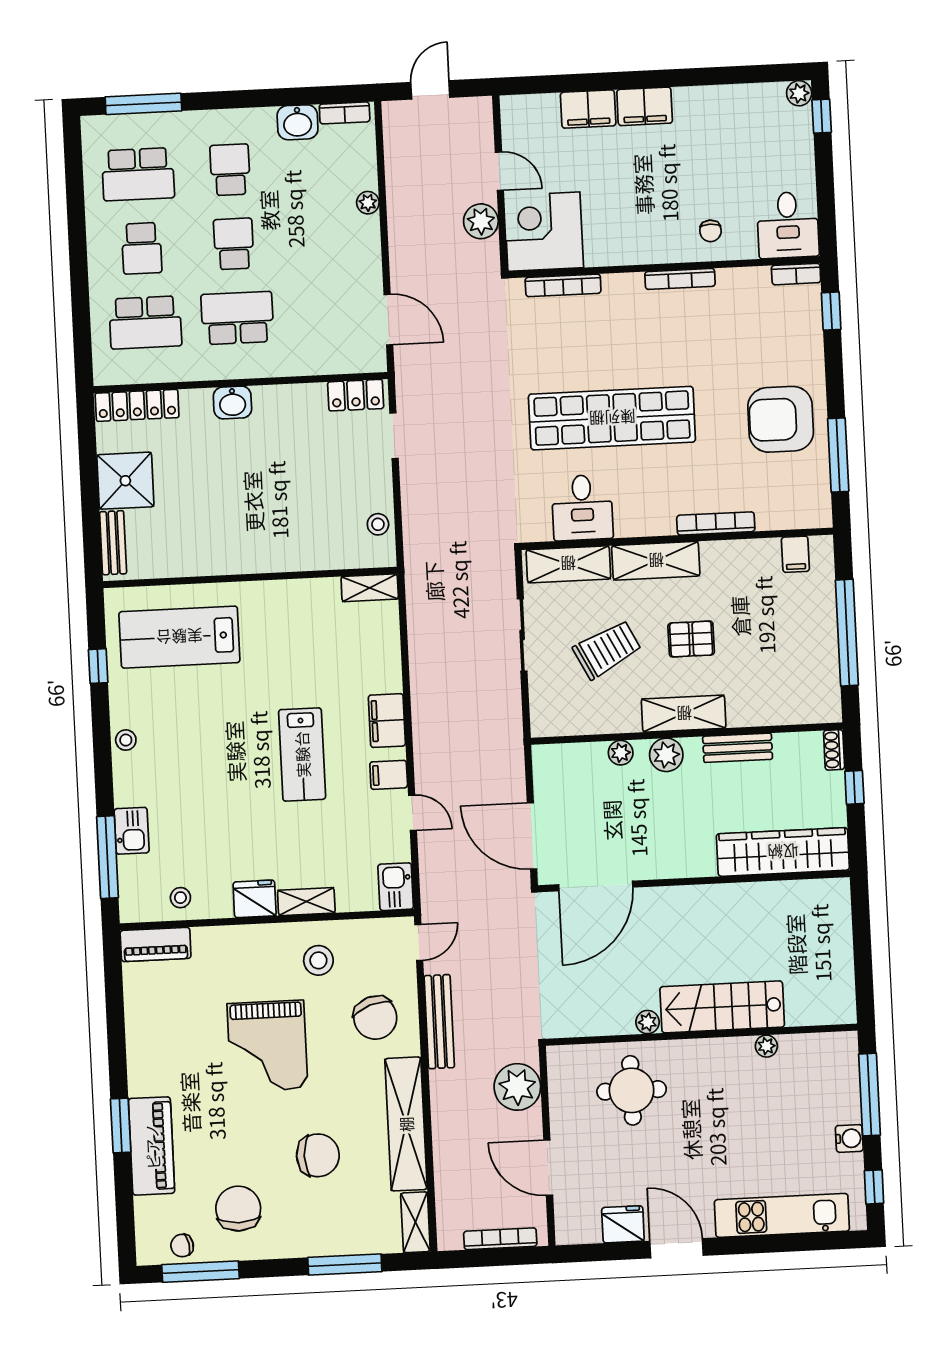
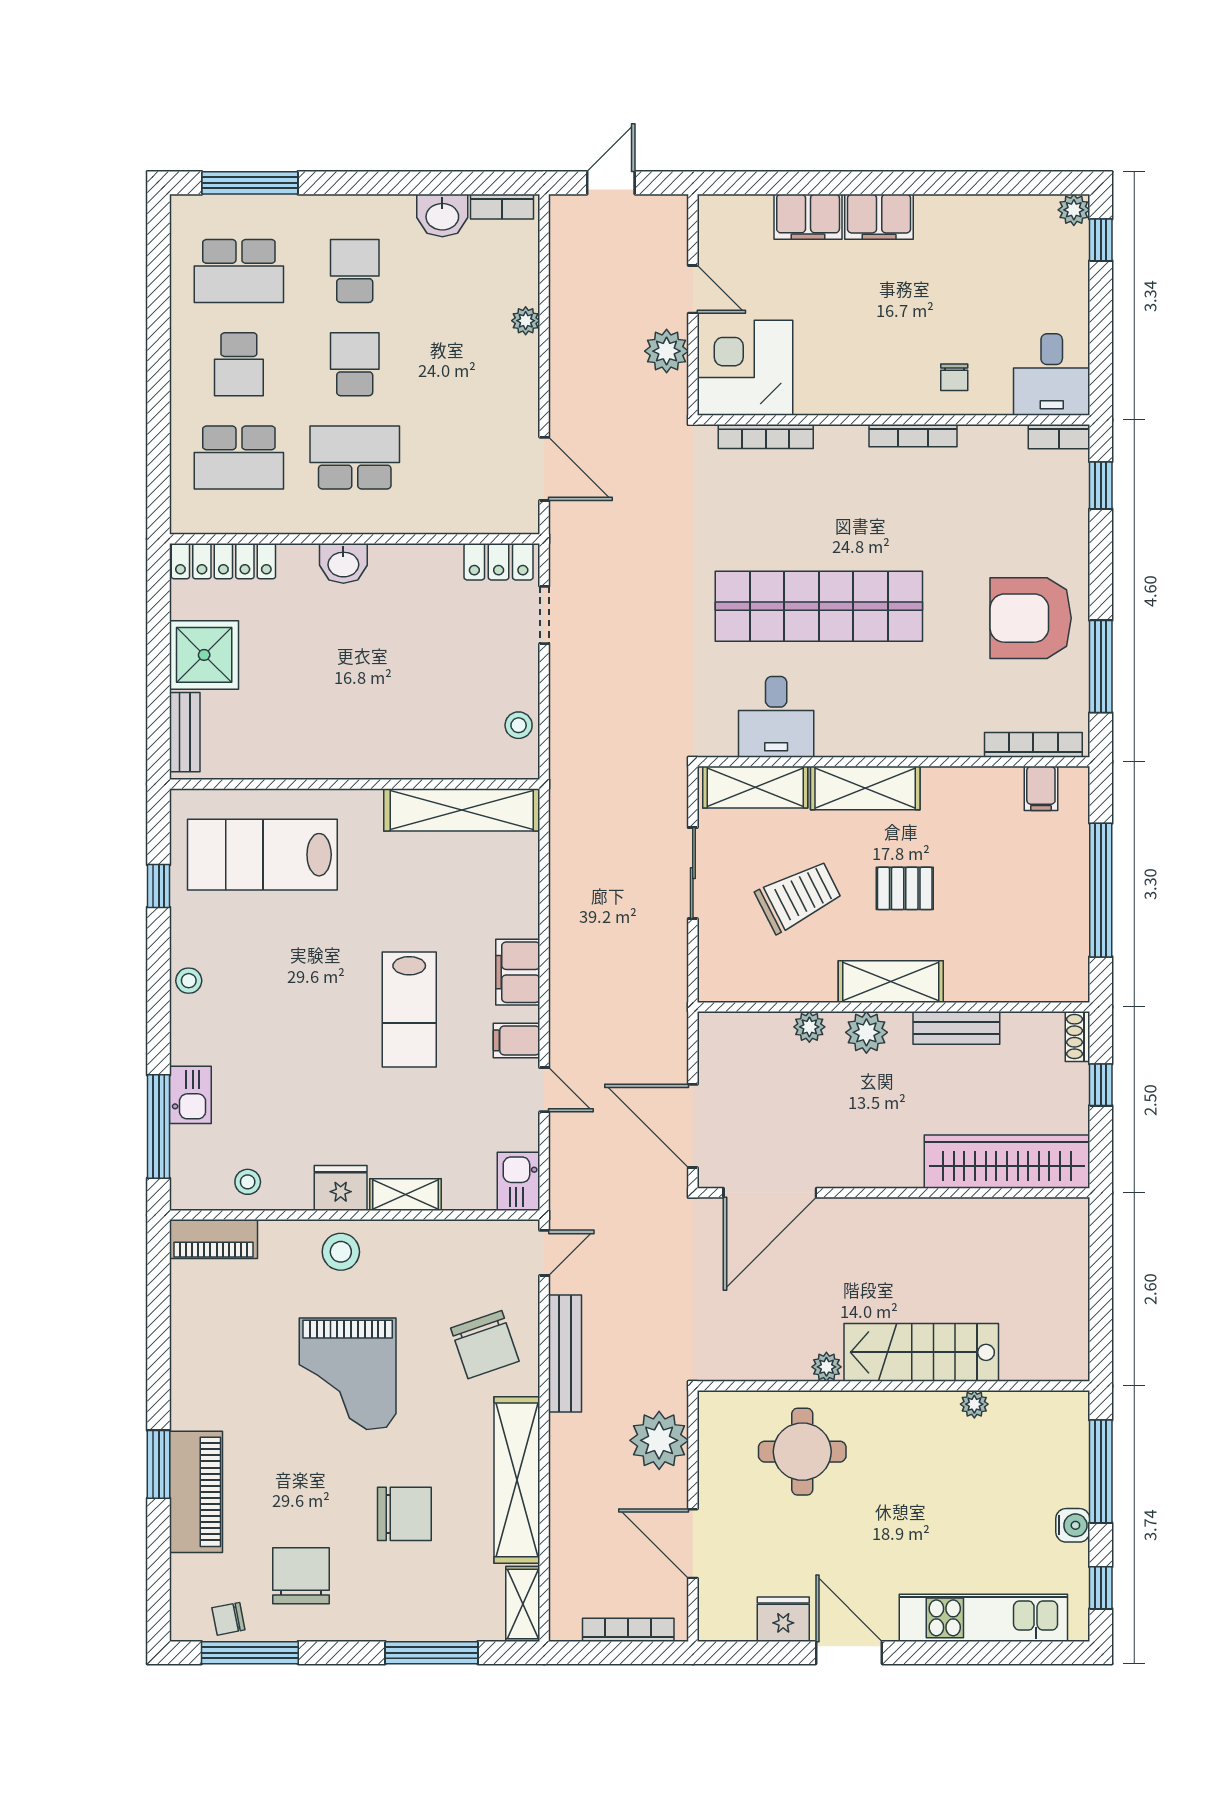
bookcase: (716, 523) -> (1033, 745), moved
shelving: (370, 588) -> (462, 810), width x2.20, depth x1.33
stool: (318, 960) -> (341, 1252), moved

